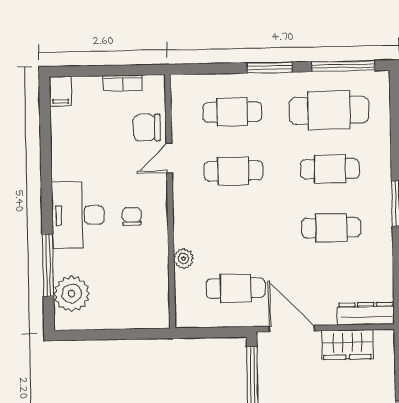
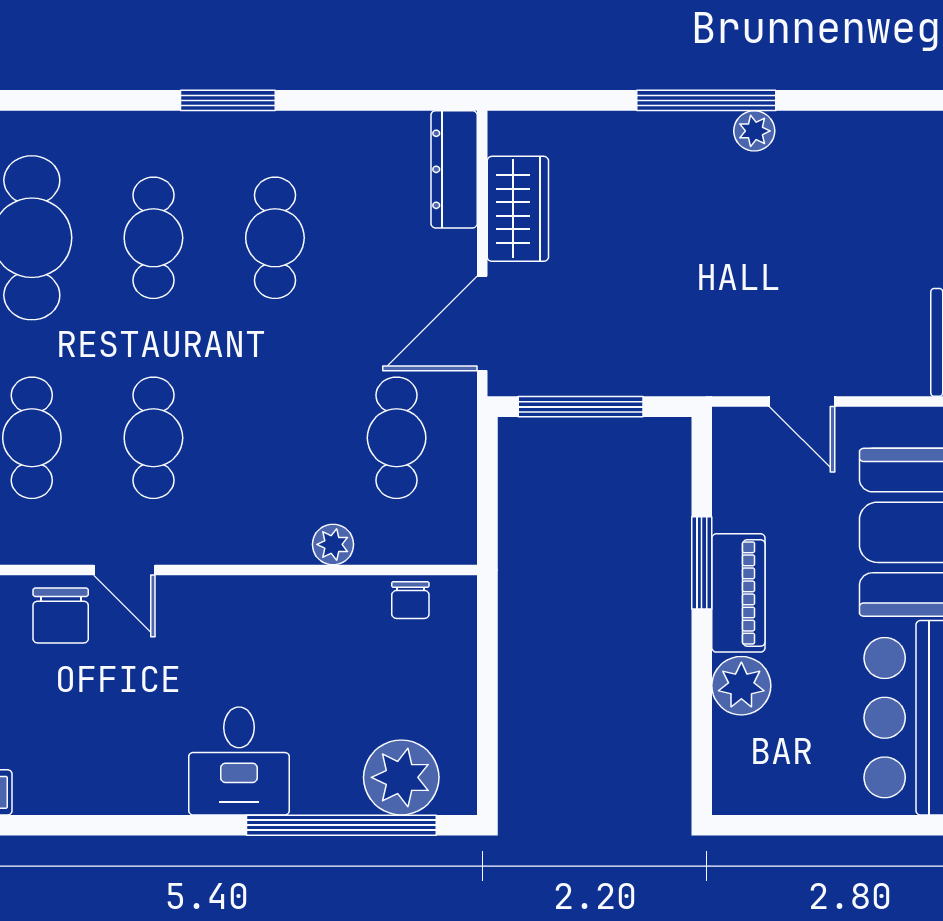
desk: (78, 215) -> (239, 761), width x0.73
chair: (132, 216) -> (410, 600), moved, turned -90
window: (48, 265) -> (341, 825), width x1.46

